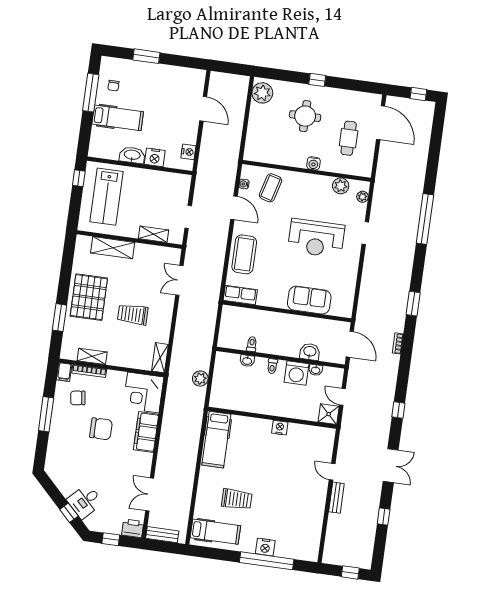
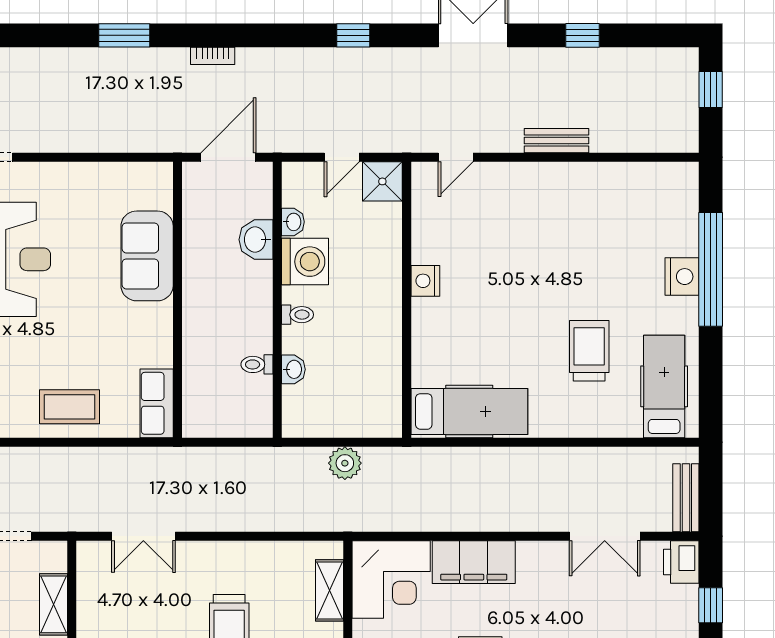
coffee table: (244, 254) -> (70, 407), width x0.73, depth x0.76
shelving: (160, 358) -> (330, 590), moved, turned 90
door: (332, 472) -> (456, 157), moved

